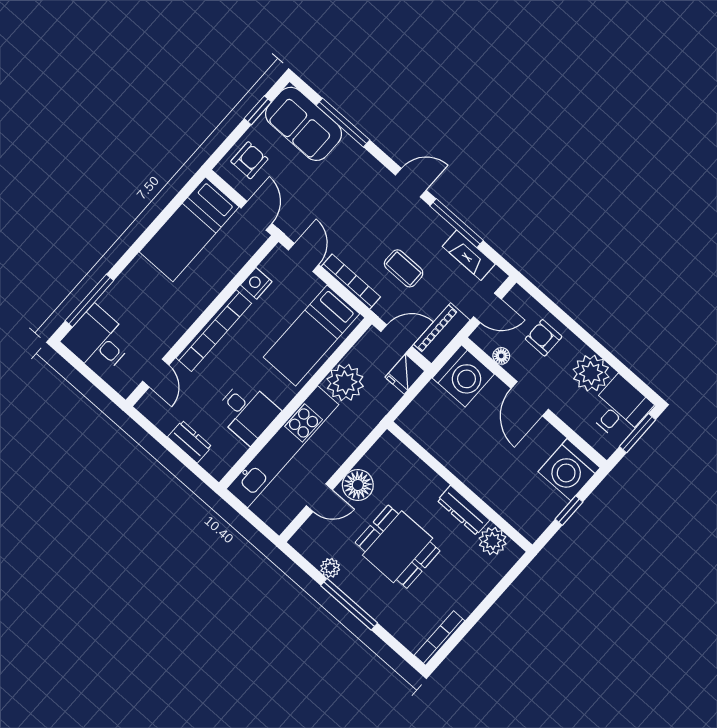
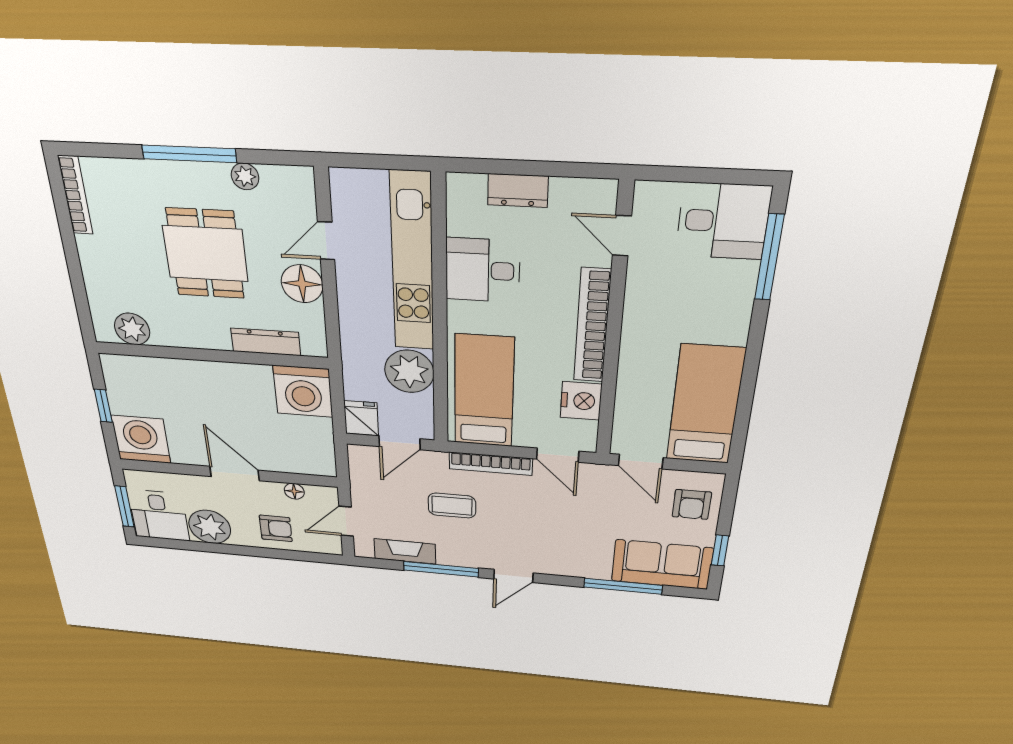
nightstand: (256, 283) -> (581, 401), width x1.36, depth x1.33
piano: (441, 333) -> (365, 475), removed
washing machine: (463, 376) -> (303, 391), moved, turned -90
dresser: (463, 510) -> (266, 342), moved
dining table: (398, 547) -> (205, 254), turned 90

